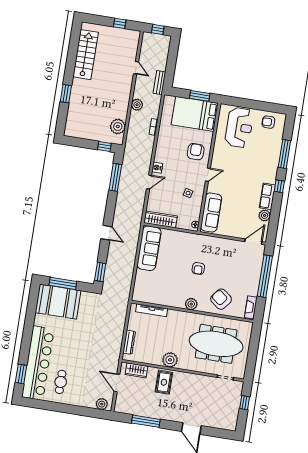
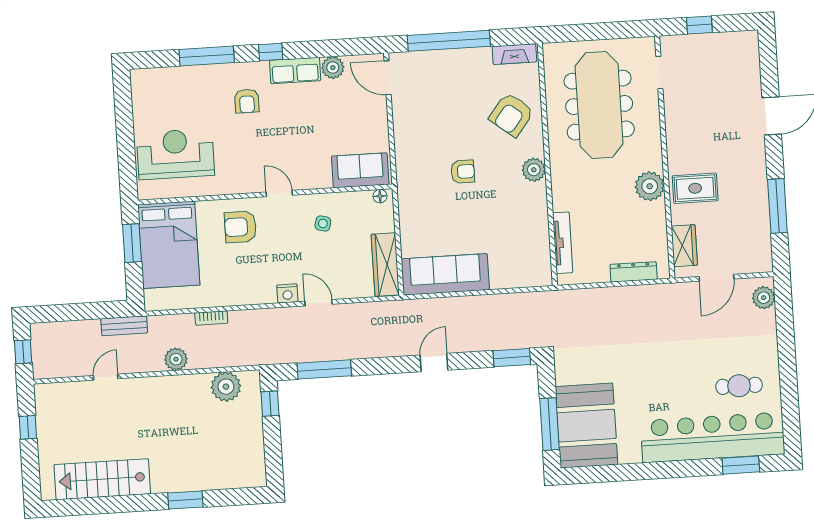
armchair: (268, 122) -> (247, 101), moved
sofa: (211, 213) -> (360, 170), width x0.73

